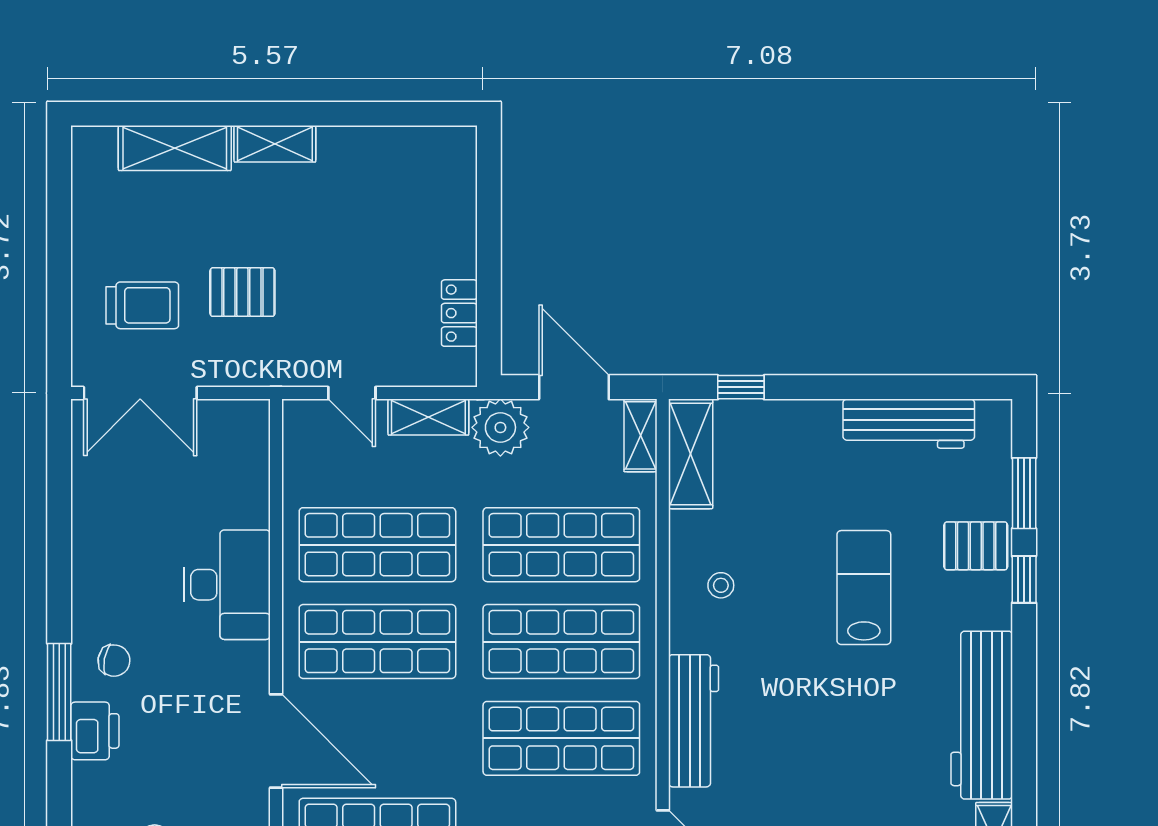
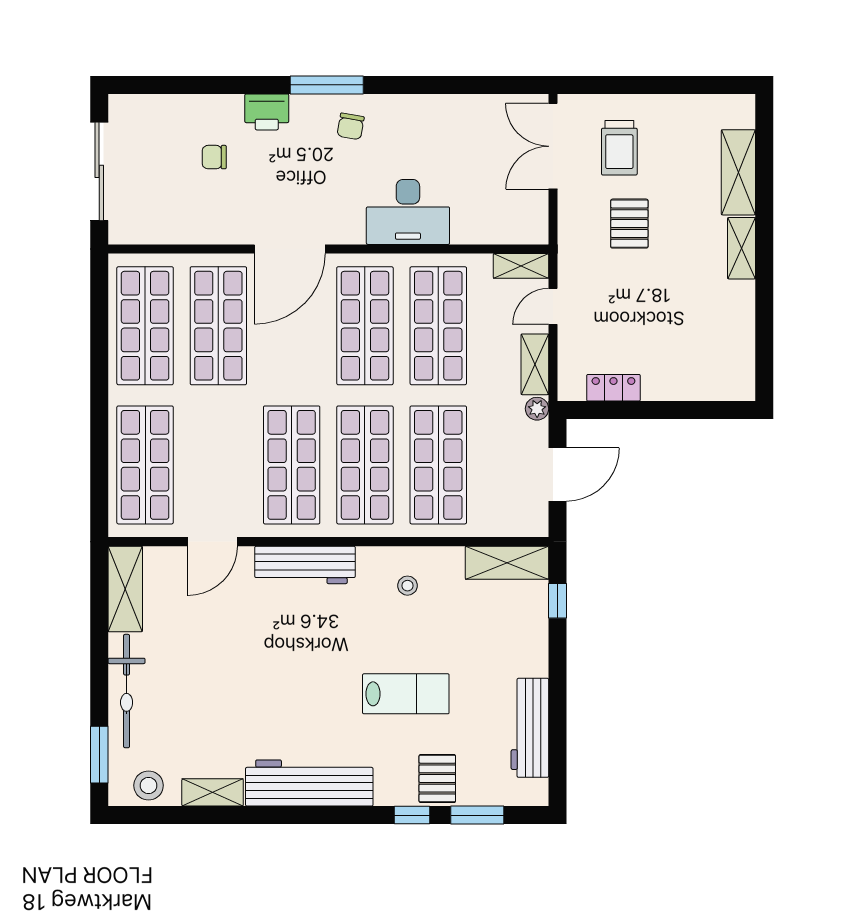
plant: (500, 427) -> (537, 409), width x0.53, depth x0.53
shelving: (640, 435) -> (521, 266), moved
printer: (95, 731) -> (267, 112), moved

